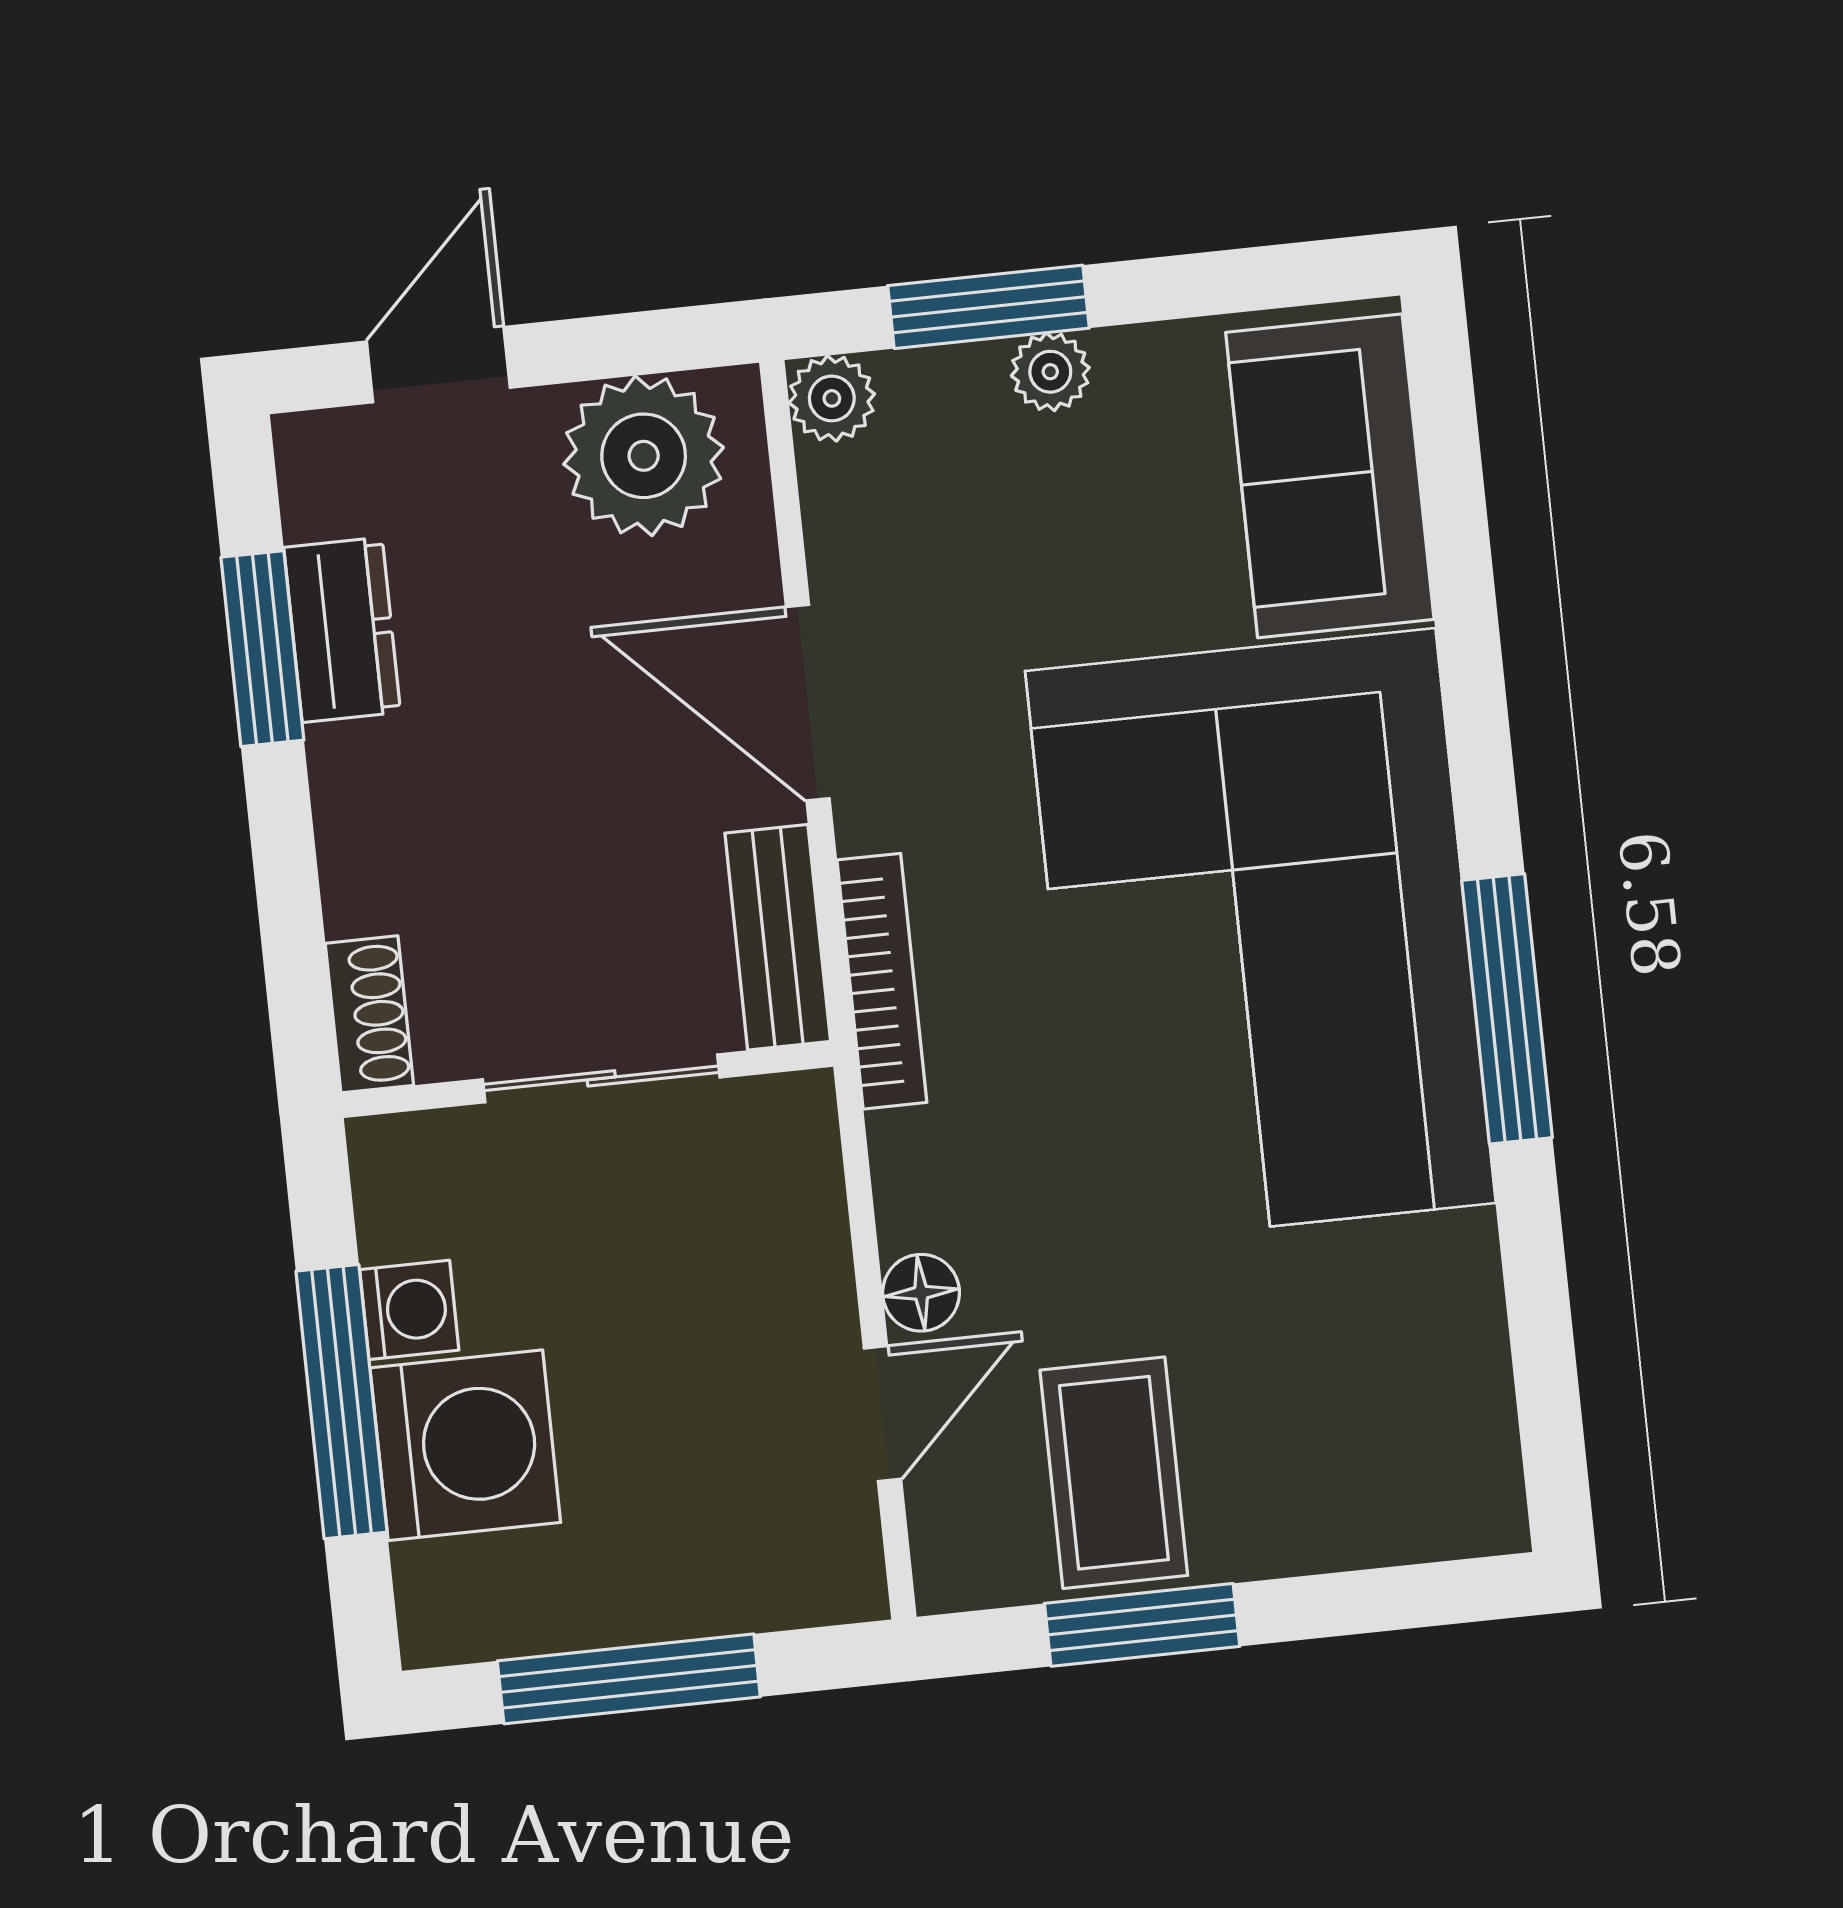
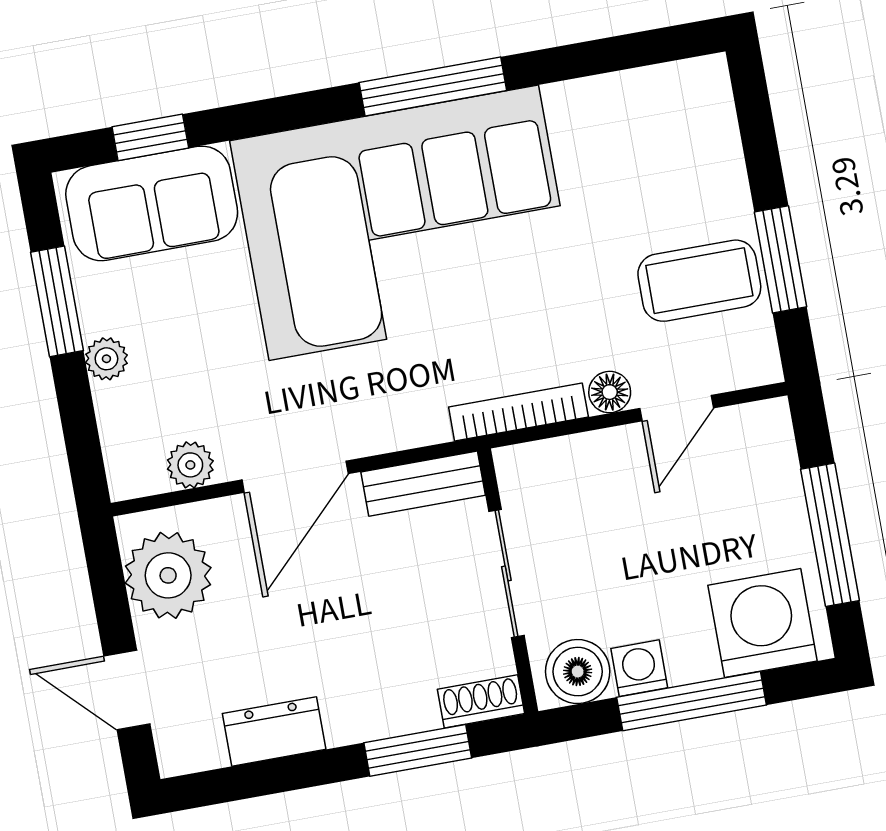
window: (988, 307) -> (57, 301), moved
plant: (832, 398) -> (190, 465), moved
window: (1452, 482) -> (150, 137), added
window: (262, 649) -> (418, 750), moved
bookcase: (882, 981) -> (518, 412), moved
boiler: (411, 1196) -> (578, 672), added
door: (882, 1414) -> (677, 408), swing flipped
washing machine: (465, 1445) -> (763, 623), moved

